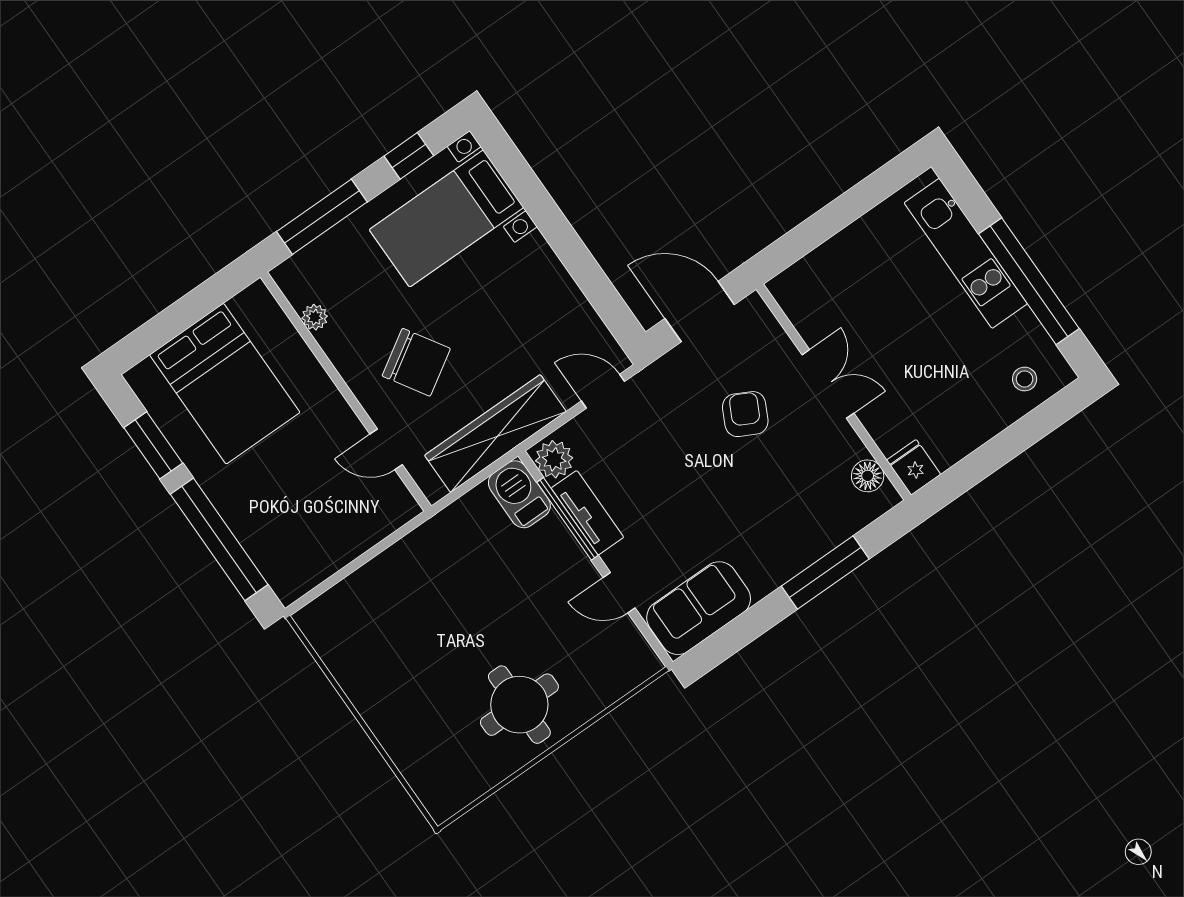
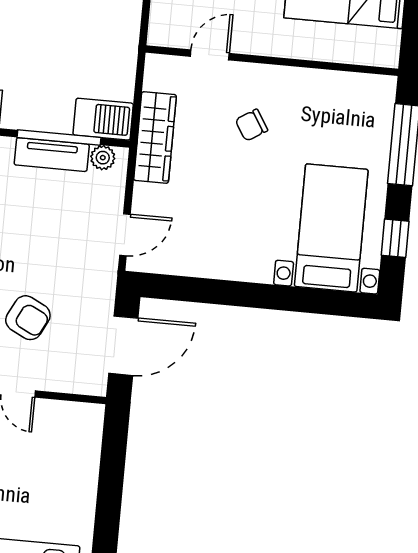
plant: (315, 317) -> (340, 82), removed
chair: (416, 362) -> (251, 125), width x0.54, depth x0.54
wardrobe: (495, 433) -> (155, 137), width x0.71, depth x0.85
plant: (554, 459) -> (103, 158), width x0.73, depth x0.73

